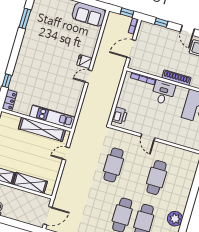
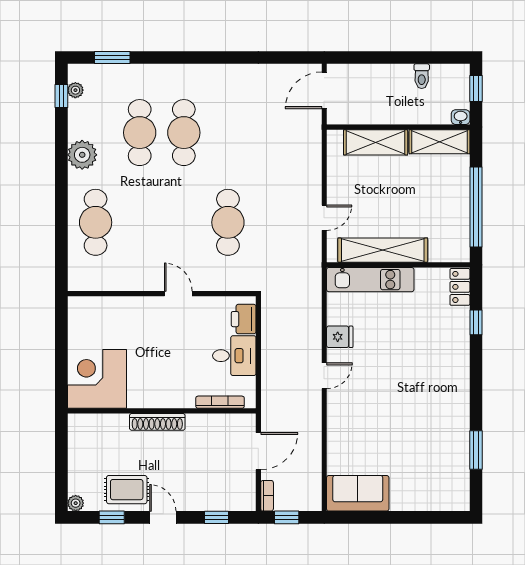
fridge: (85, 62) -> (340, 337), moved
desk: (163, 92) -> (234, 356), moved, turned -90
cafe table: (157, 178) -> (96, 222), moved

